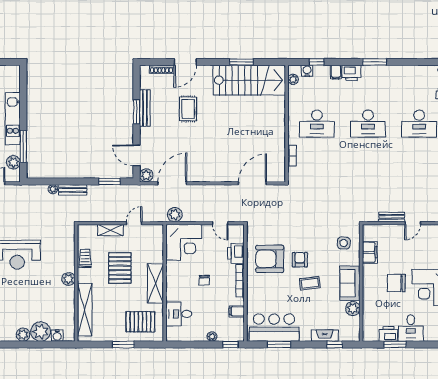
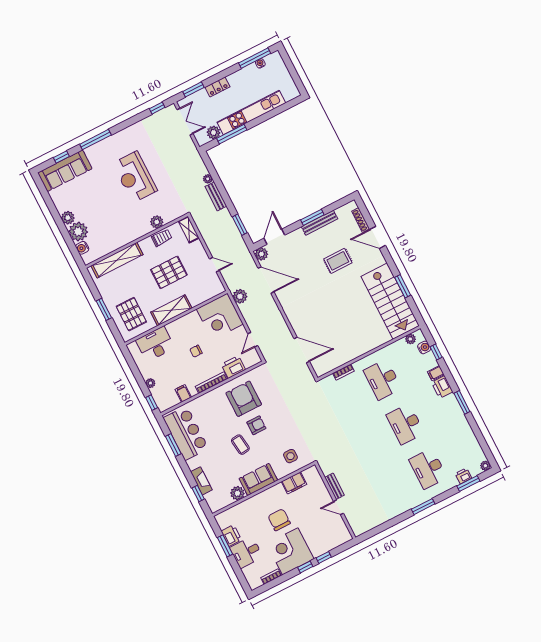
kitchen unit: (13, 119) -> (251, 113), width x1.36
shelving: (110, 230) -> (189, 230), moved
plant: (68, 279) -> (157, 222), moved
desk: (179, 314) -> (155, 344), width x1.37

